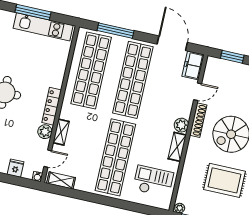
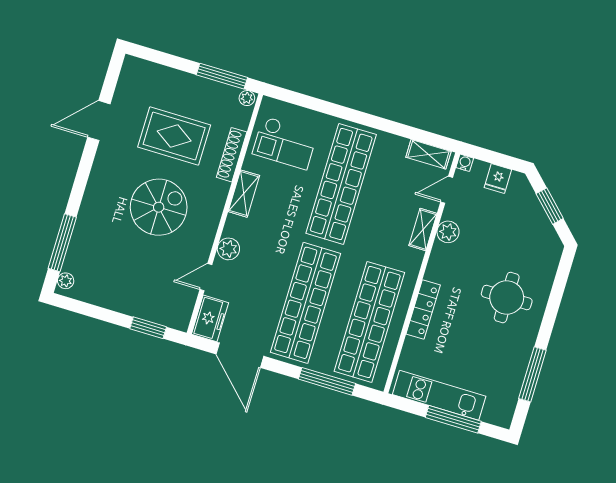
locker: (52, 106) -> (423, 309), moved
shoe rack: (198, 120) -> (232, 155), moved
plant: (181, 125) -> (228, 249), moved

